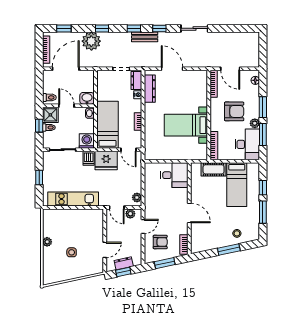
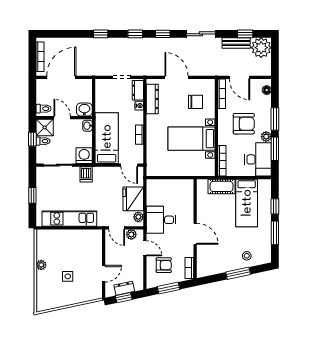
window: (64, 28) -> (245, 34), moved
bench: (145, 37) -> (236, 43), moved
plant: (91, 41) -> (261, 48), moved
chair: (190, 91) -> (195, 102), added
fridge: (106, 160) -> (133, 199), moved, turned 90
desk: (174, 175) -> (161, 220), moved, turned 180
door: (143, 226) -> (145, 248), hinge flipped

